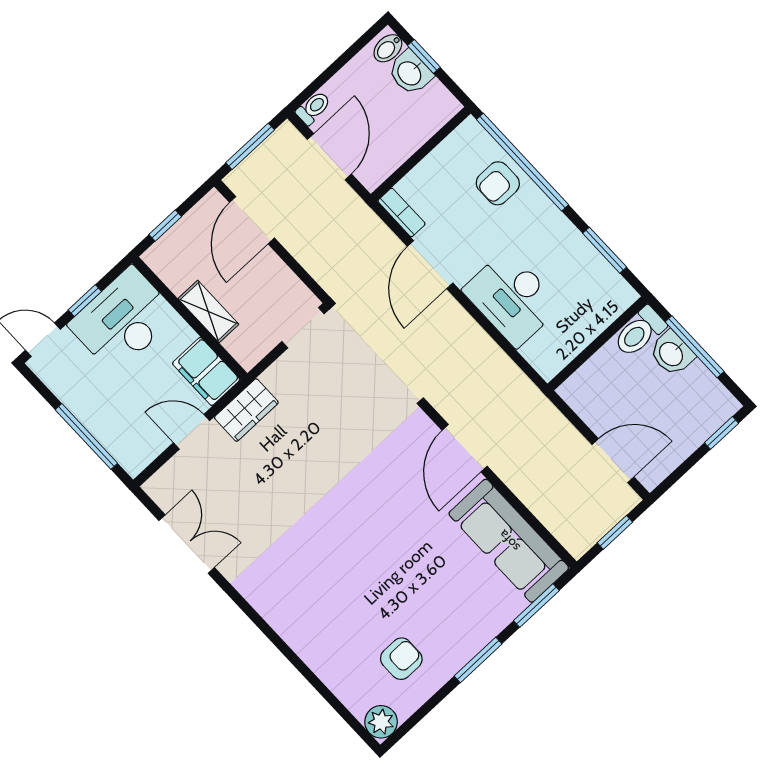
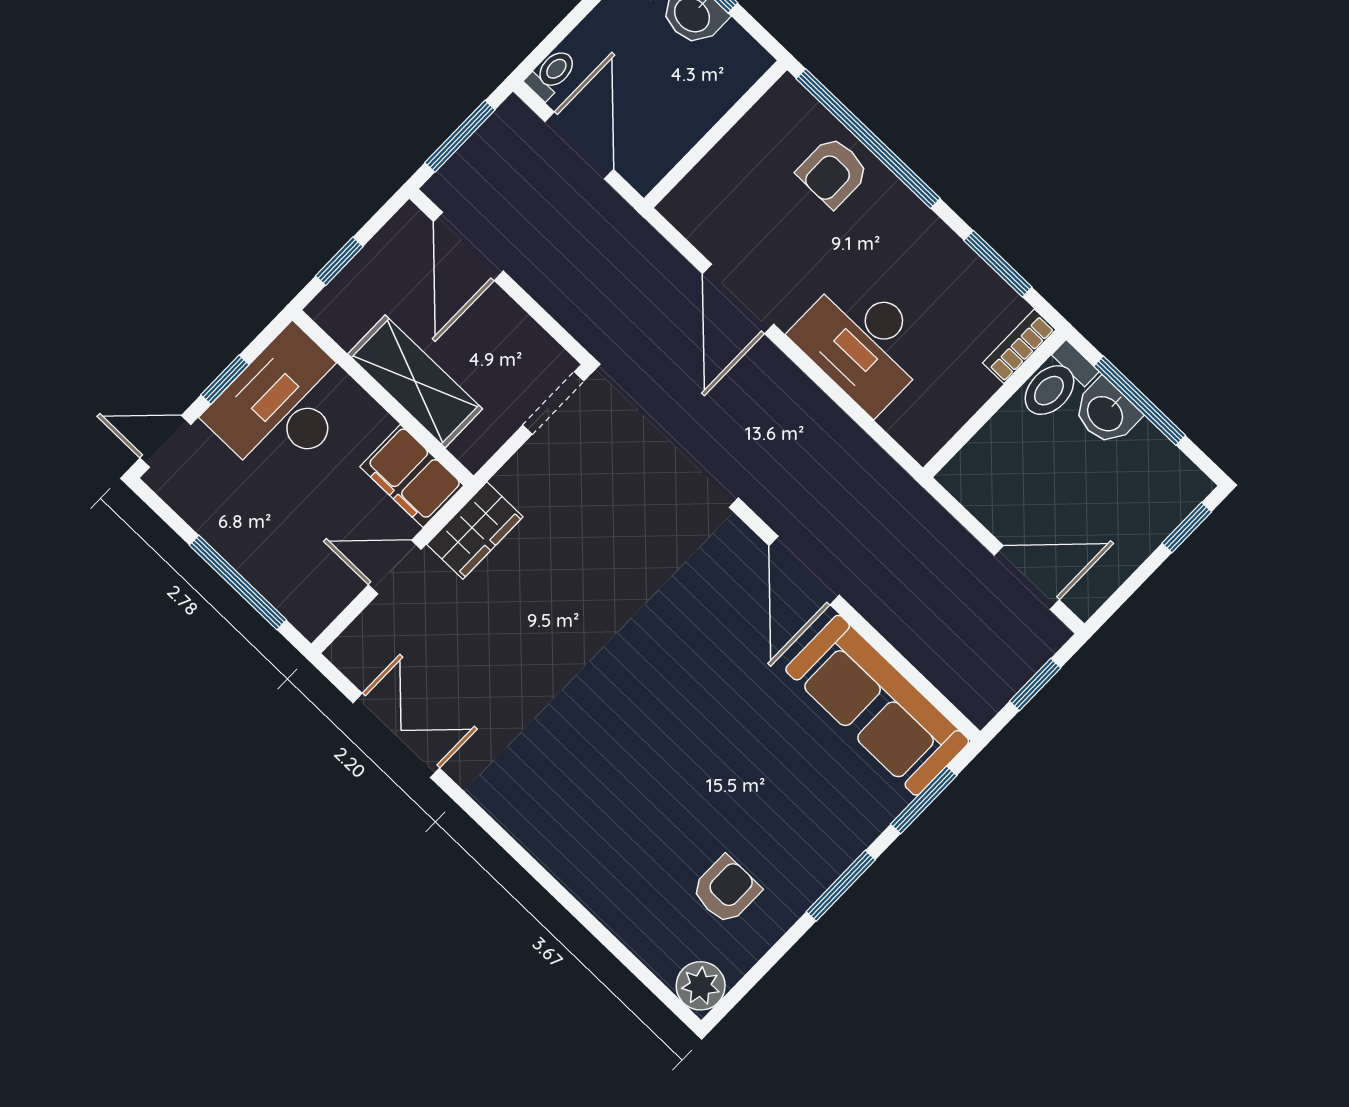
bookcase: (402, 212) -> (1019, 346), moved, turned -90
shelving: (208, 311) -> (415, 381), width x1.50, depth x1.33

